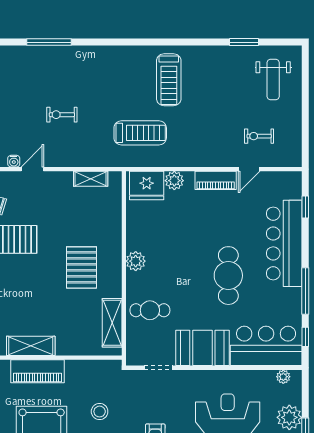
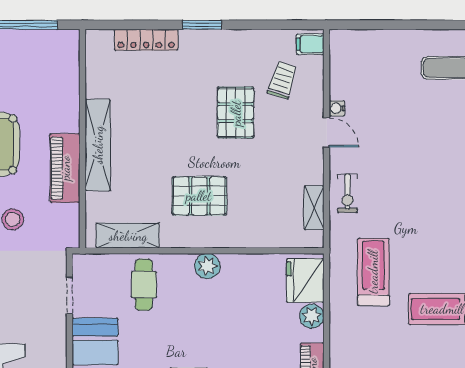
exercise bike: (62, 115) -> (348, 193), moved, turned 180
treadmill: (140, 133) -> (373, 272), turned 180
shelving: (31, 346) -> (98, 145), width x1.47
piano: (37, 371) -> (65, 168), moved

